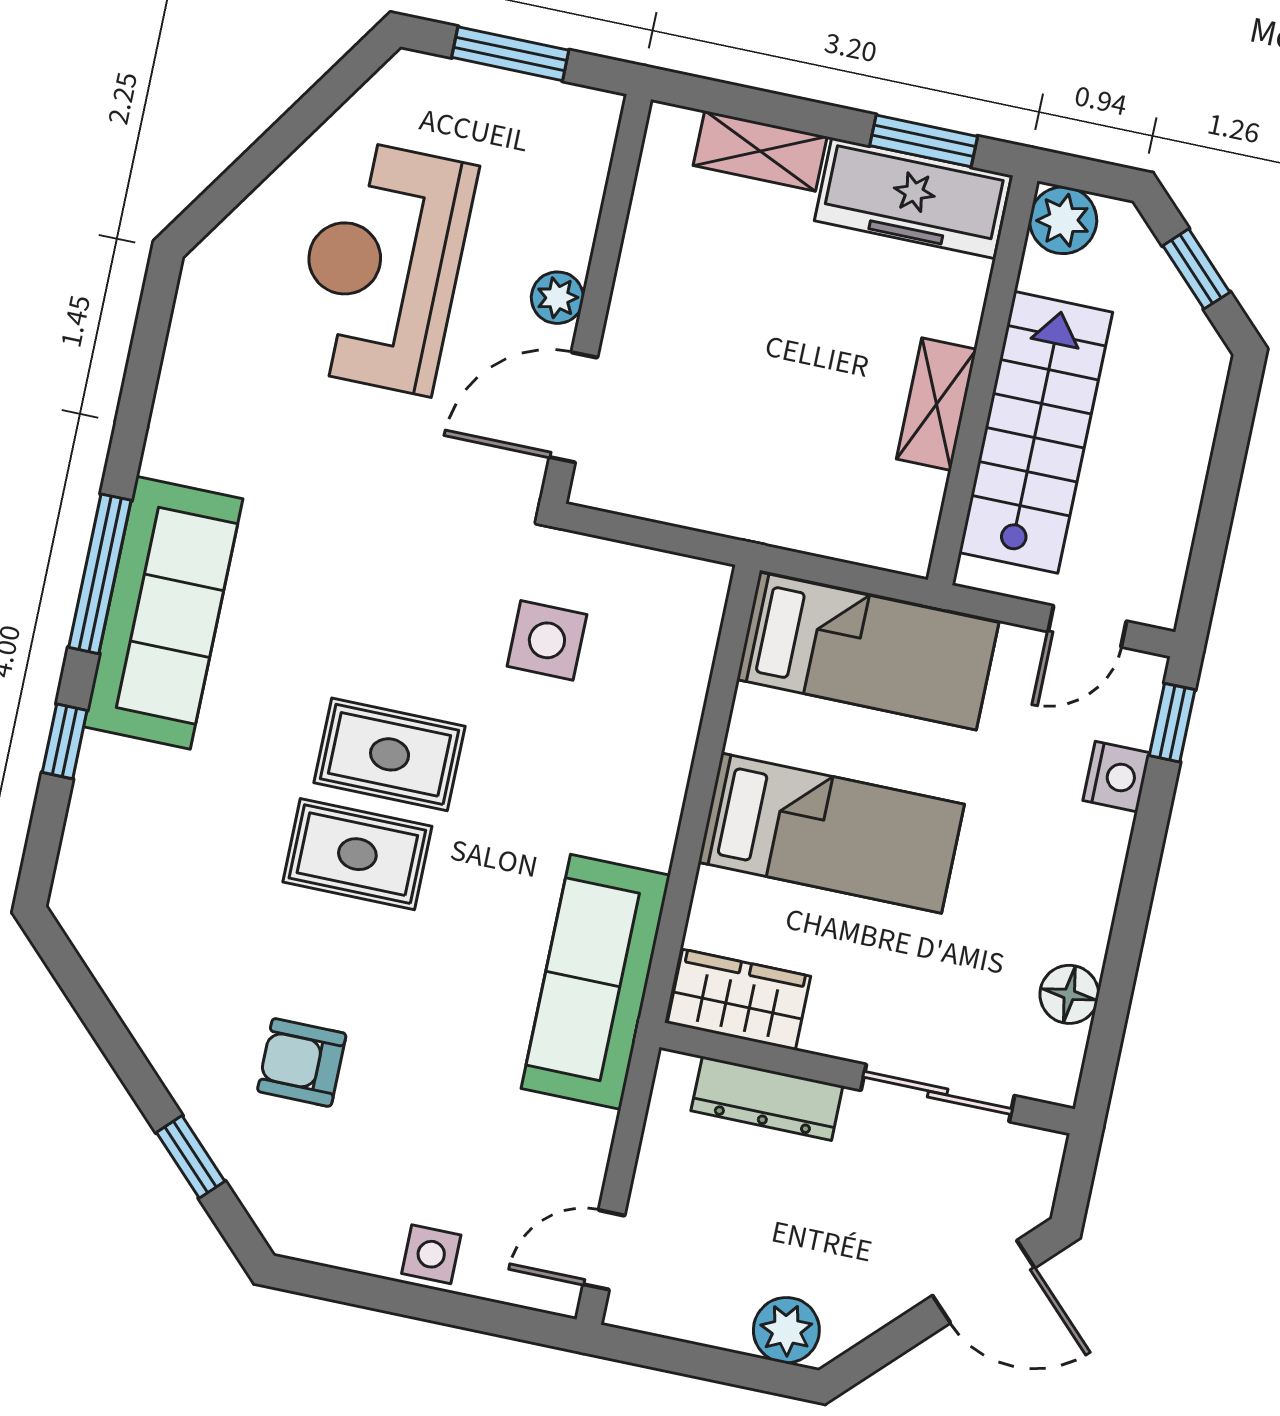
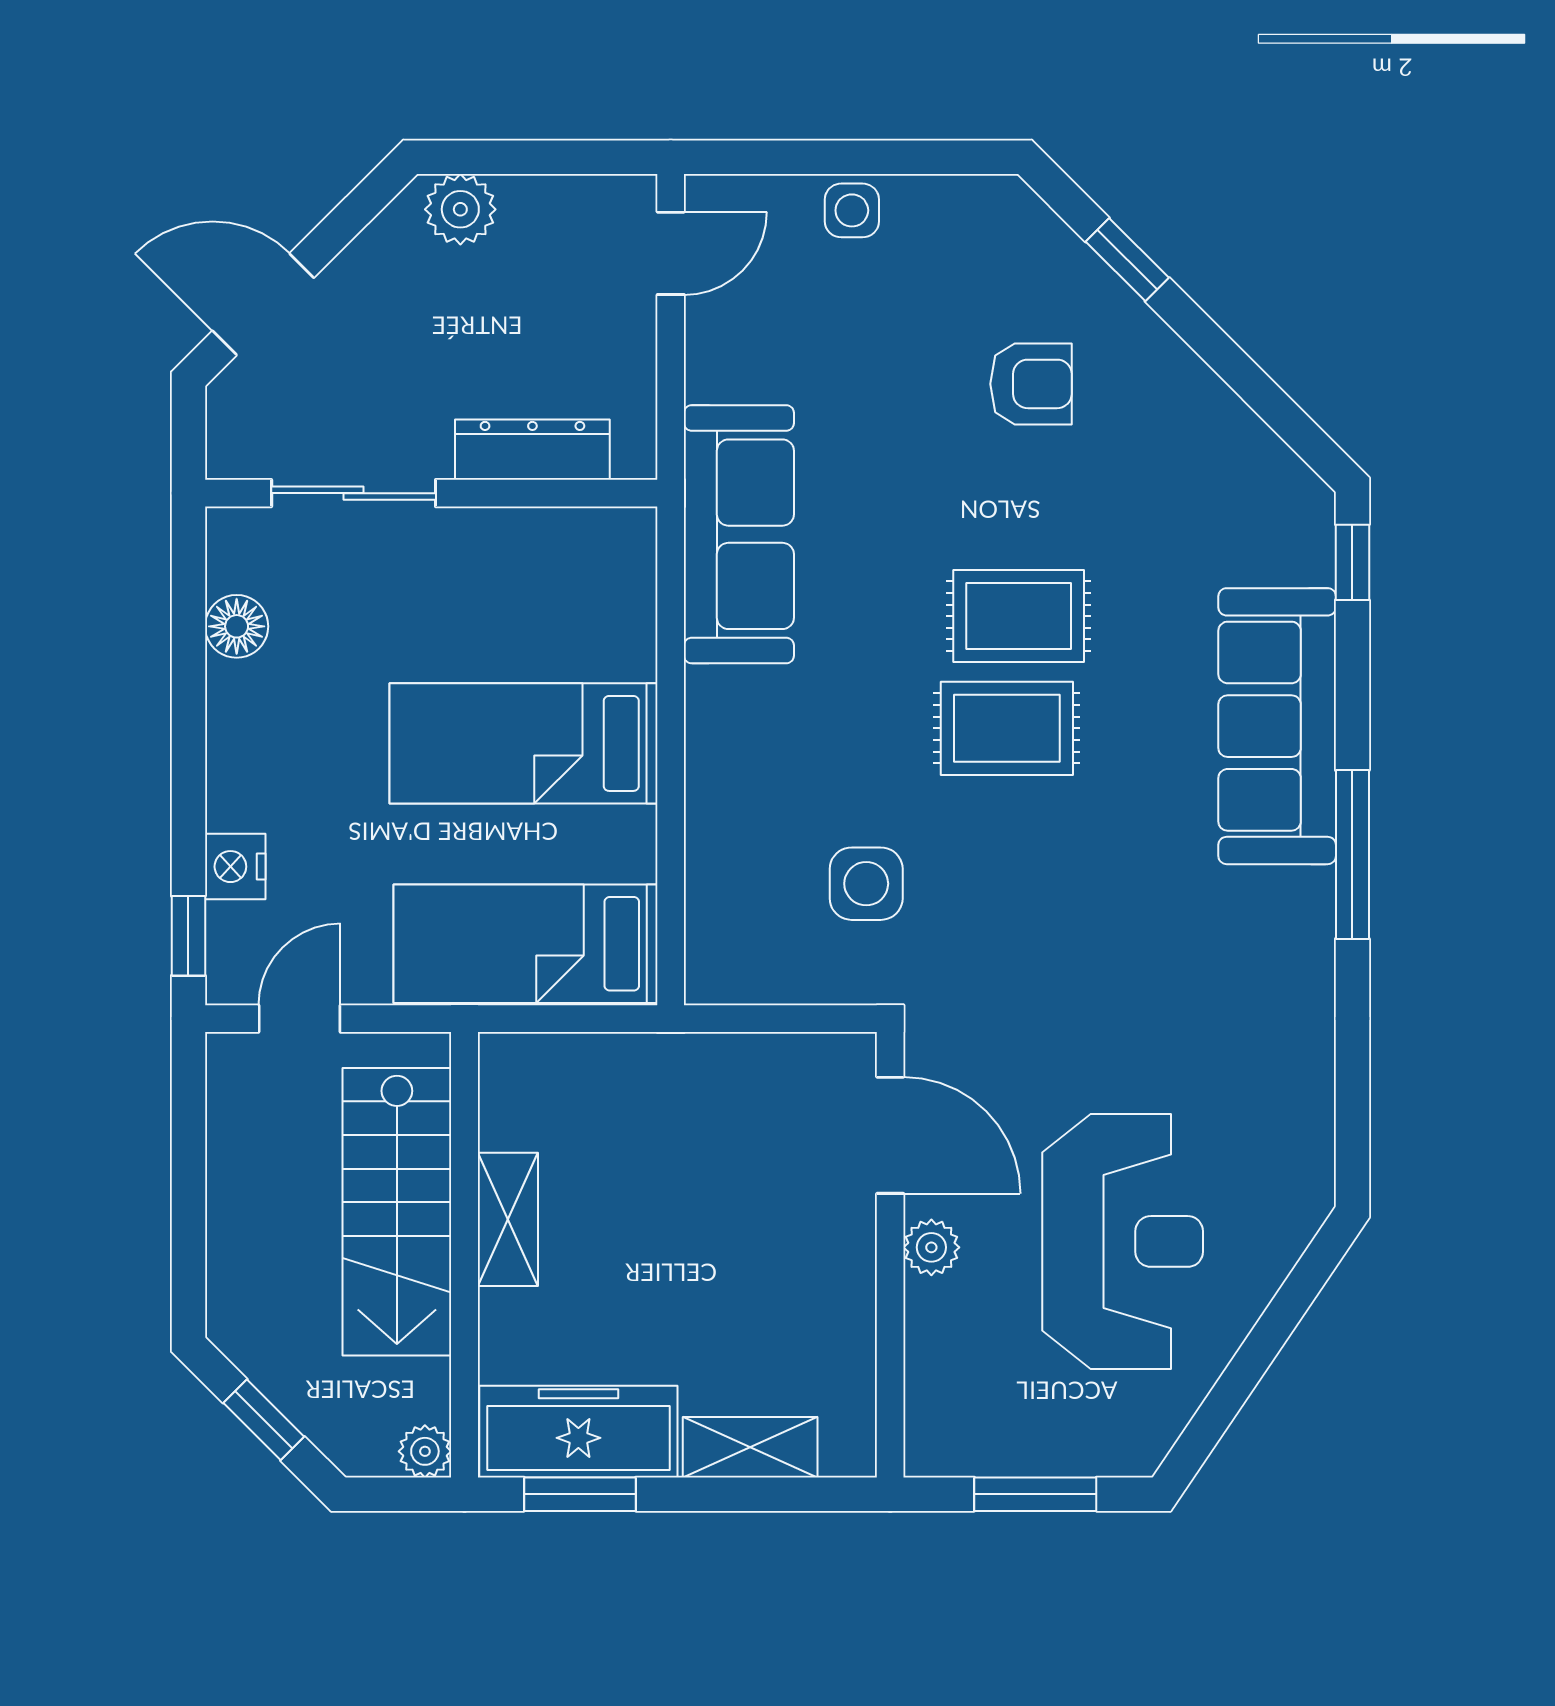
plant: (1063, 220) -> (425, 1451), width x0.73, depth x0.73
door: (573, 407) -> (890, 1135), hinge flipped
sofa: (163, 613) -> (1277, 726), moved
window: (65, 741) -> (1352, 562), moved
wardrobe: (739, 1000) -> (584, 547), removed

